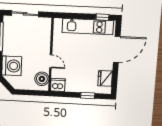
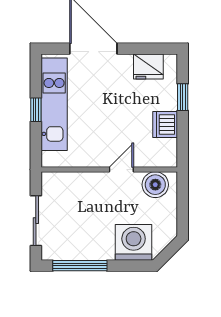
window: (102, 17) -> (36, 110), moved
dishwasher: (58, 85) -> (165, 124), moved

